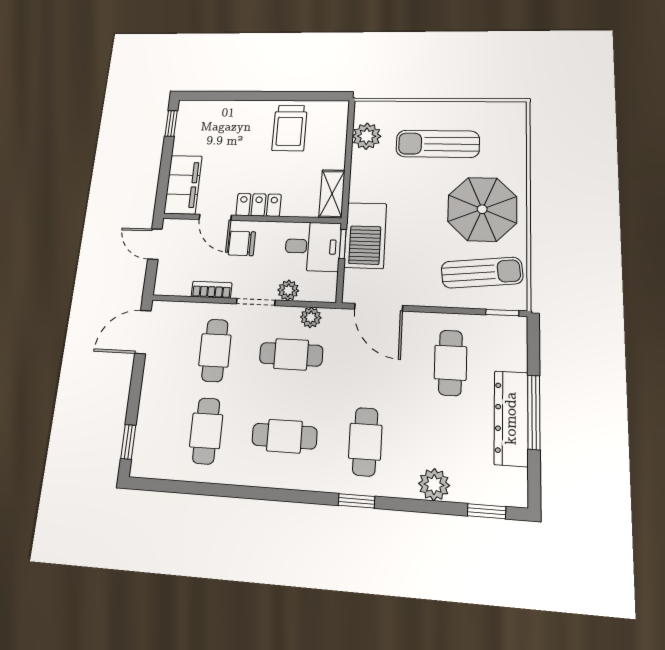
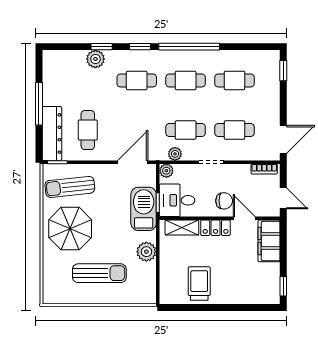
plant: (367, 136) -> (146, 252), moved
shelving: (332, 194) -> (182, 228), moved, turned 90
bookcase: (212, 290) -> (264, 169), moved
plant: (288, 290) -> (166, 171), moved
door: (378, 307) -> (133, 162), hinge flipped
cafe table: (215, 350) -> (234, 130), turned 90
dresser: (511, 418) -> (52, 133), moved
cafe table: (206, 431) -> (234, 80), turned 90
cafe table: (365, 442) -> (137, 80), turned 90
window: (274, 494) -> (189, 47), added
window: (487, 511) -> (102, 47), moved

